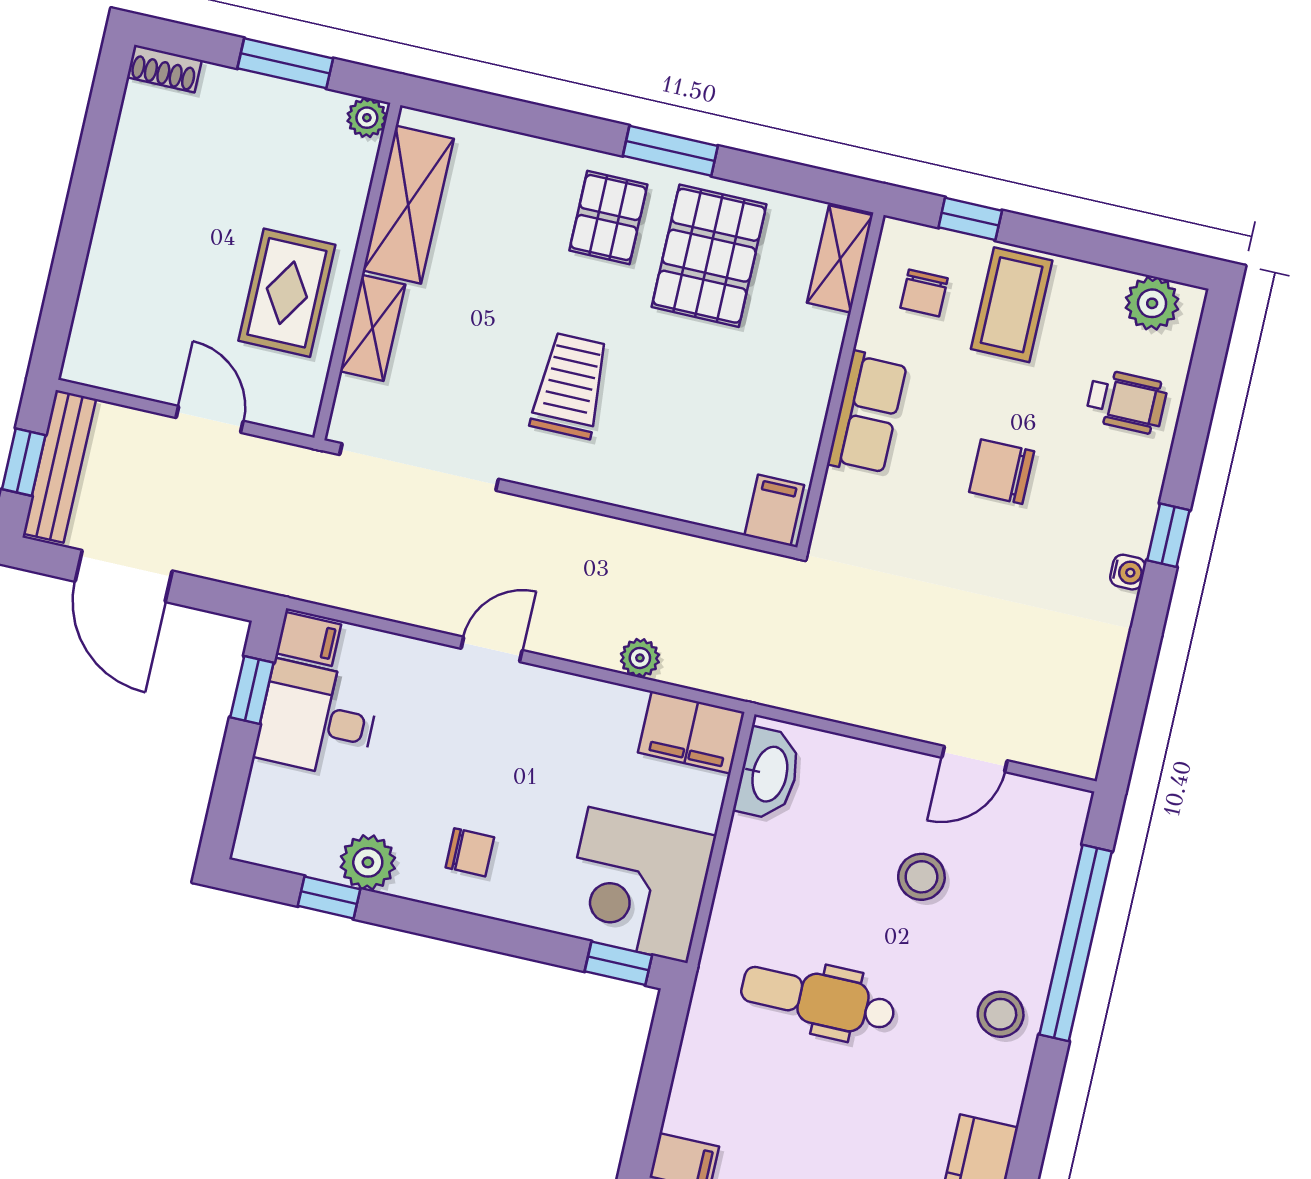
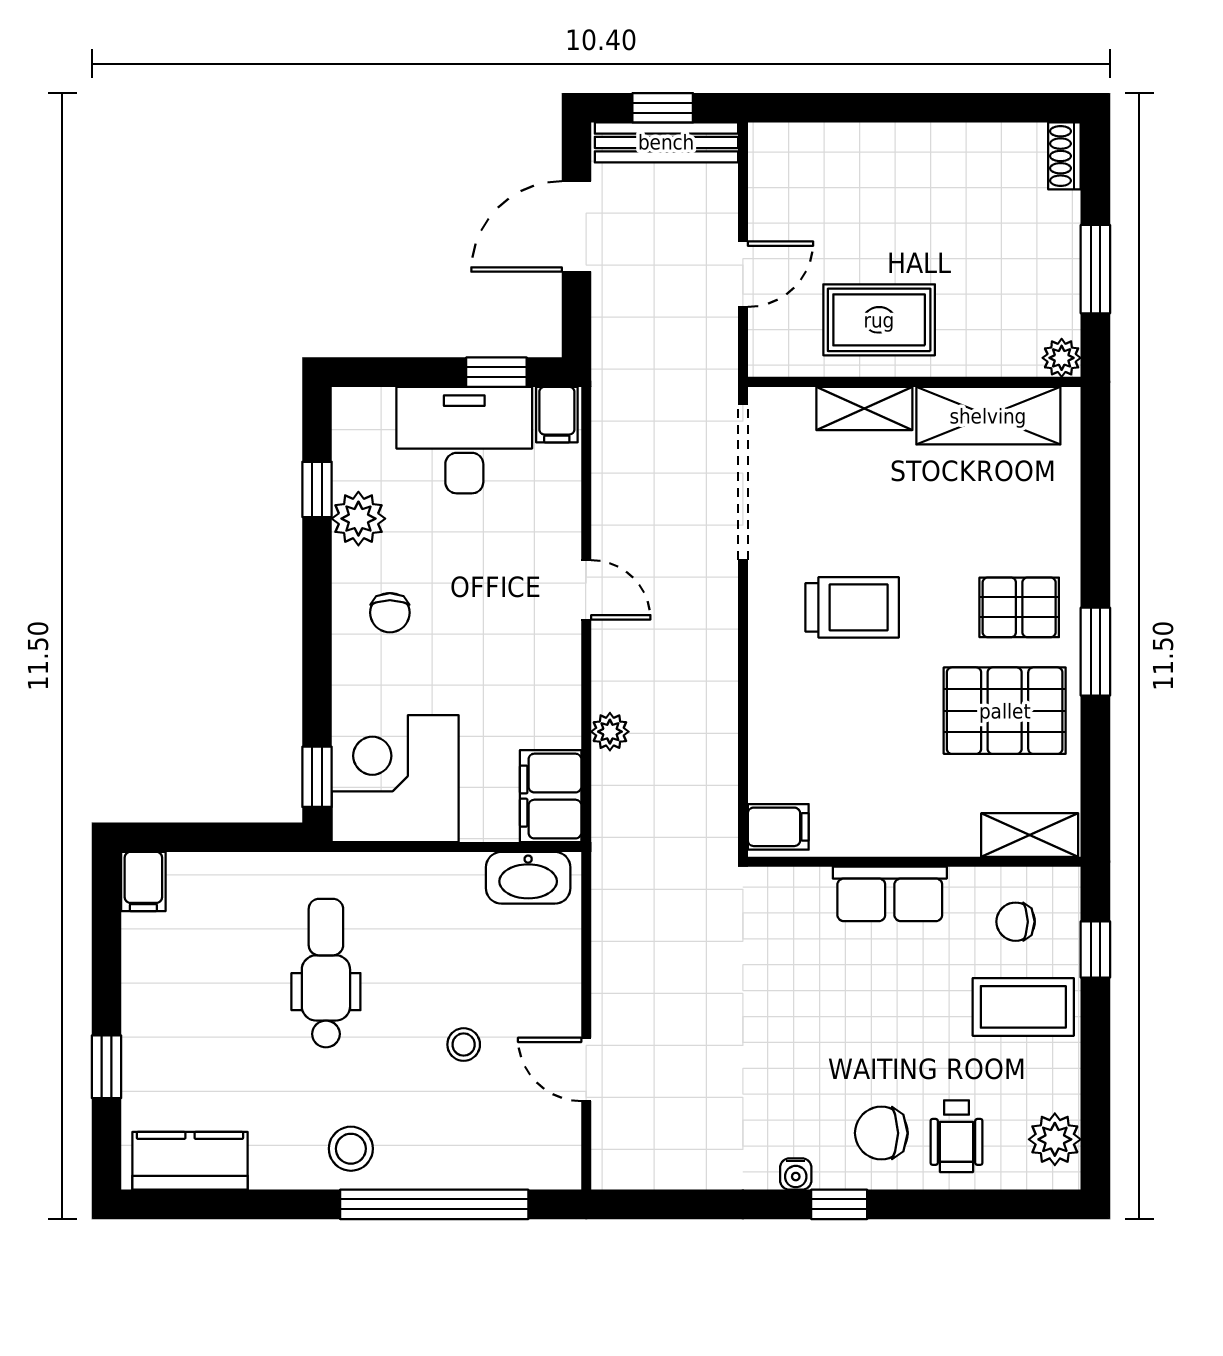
chair: (1002, 472) -> (881, 1133), moved, turned -90
desk: (317, 719) -> (464, 440), width x1.37
stool: (921, 877) -> (464, 1045), width x0.73, depth x0.73

